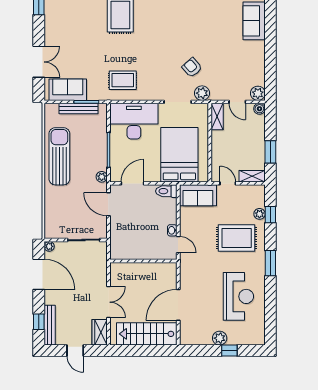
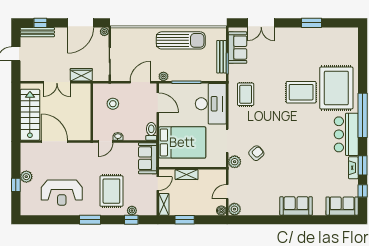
shelving: (217, 117) -> (187, 175), moved
stool: (134, 236) -> (113, 104), added
wardrobe: (100, 332) -> (81, 75), moved

